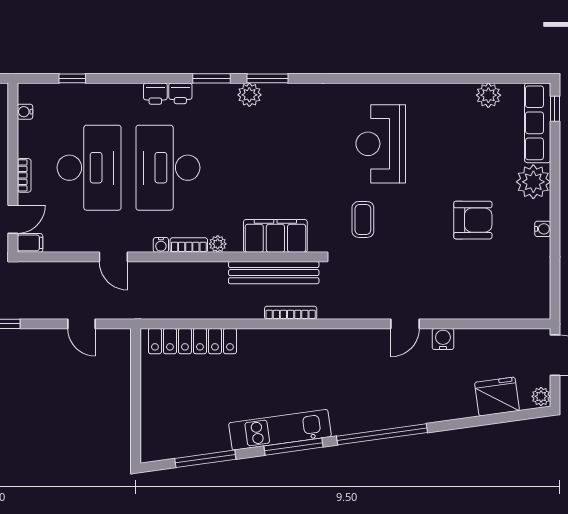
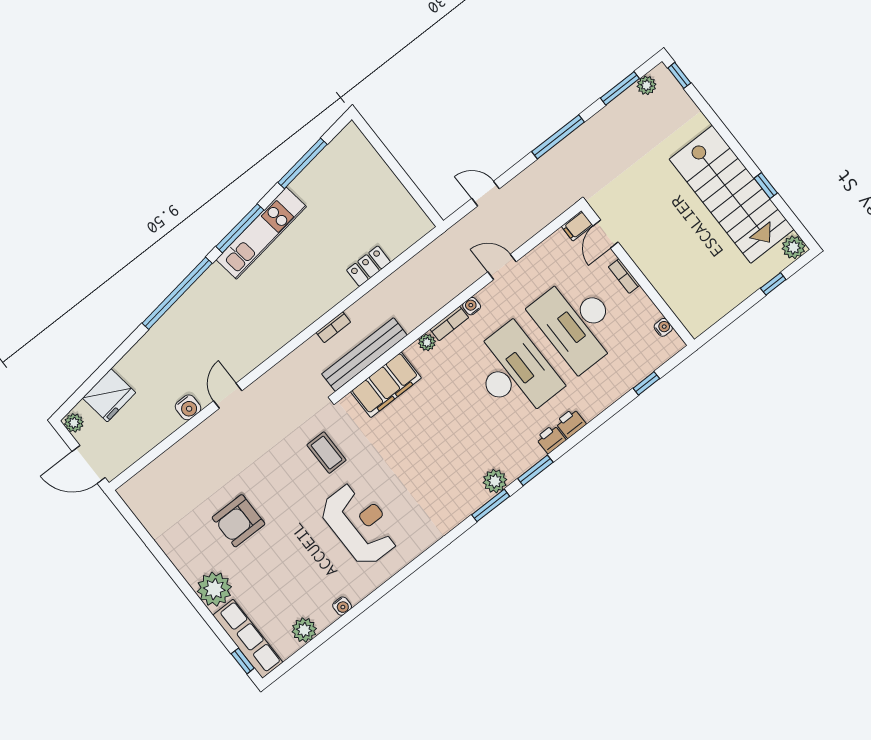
water cooler: (543, 229) -> (342, 606), moved, turned -90
bookcase: (291, 313) -> (333, 327), width x0.64
locker: (192, 341) -> (369, 266), width x0.46, depth x0.83

